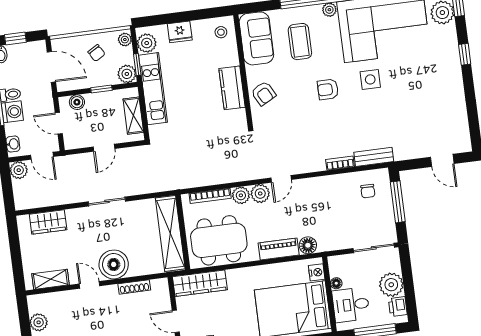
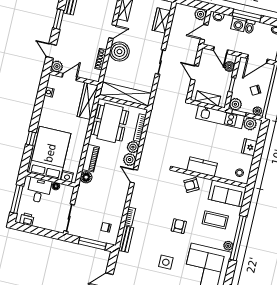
side table: (370, 79) -> (166, 262), moved
door: (59, 123) -> (221, 50), swing flipped
plant: (391, 285) -> (42, 220), removed

